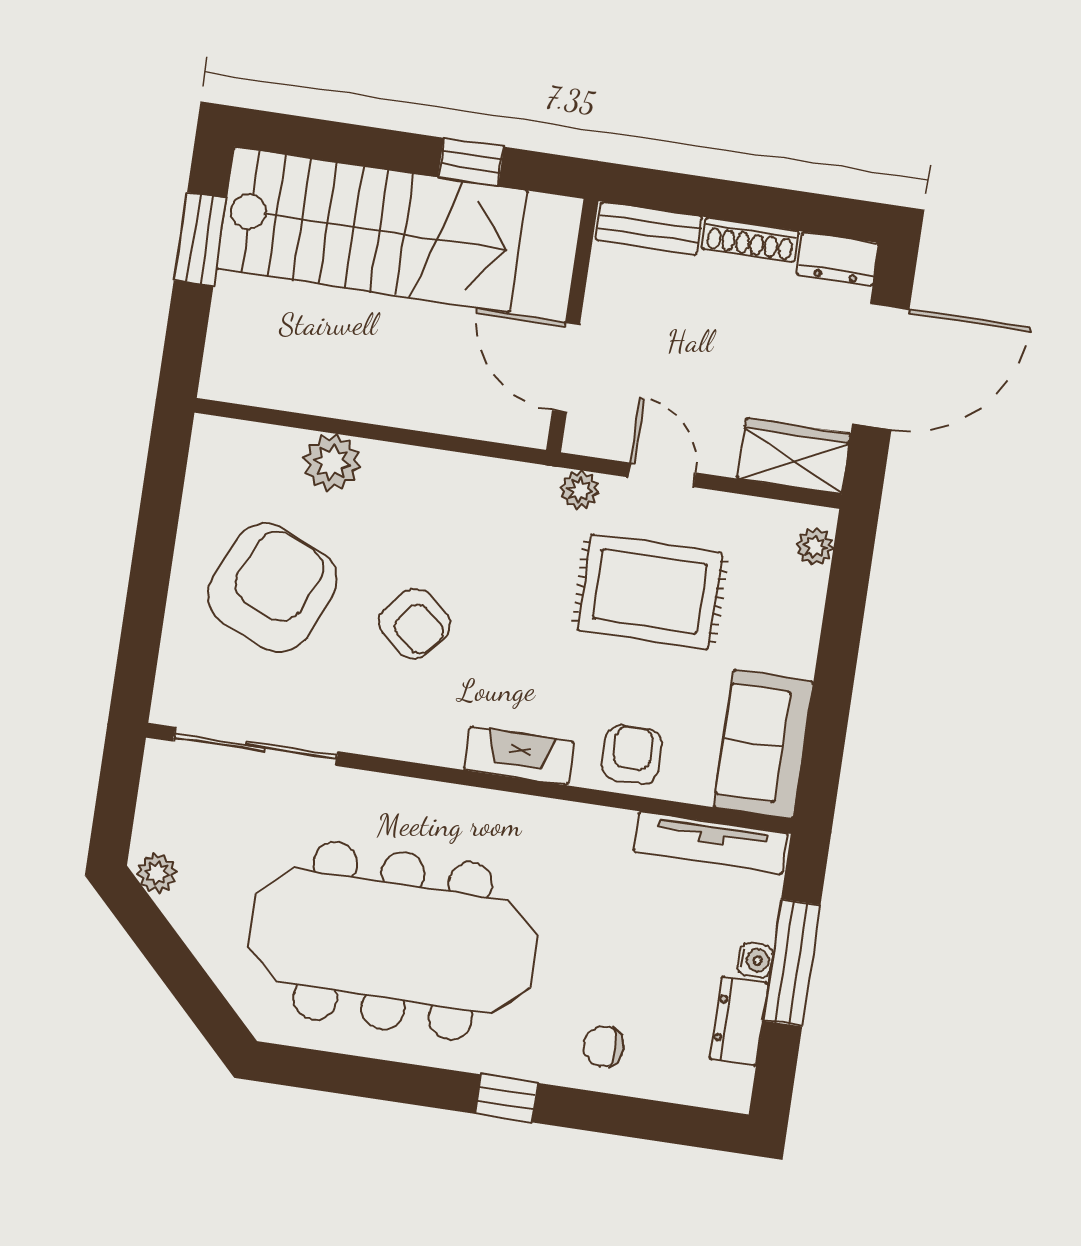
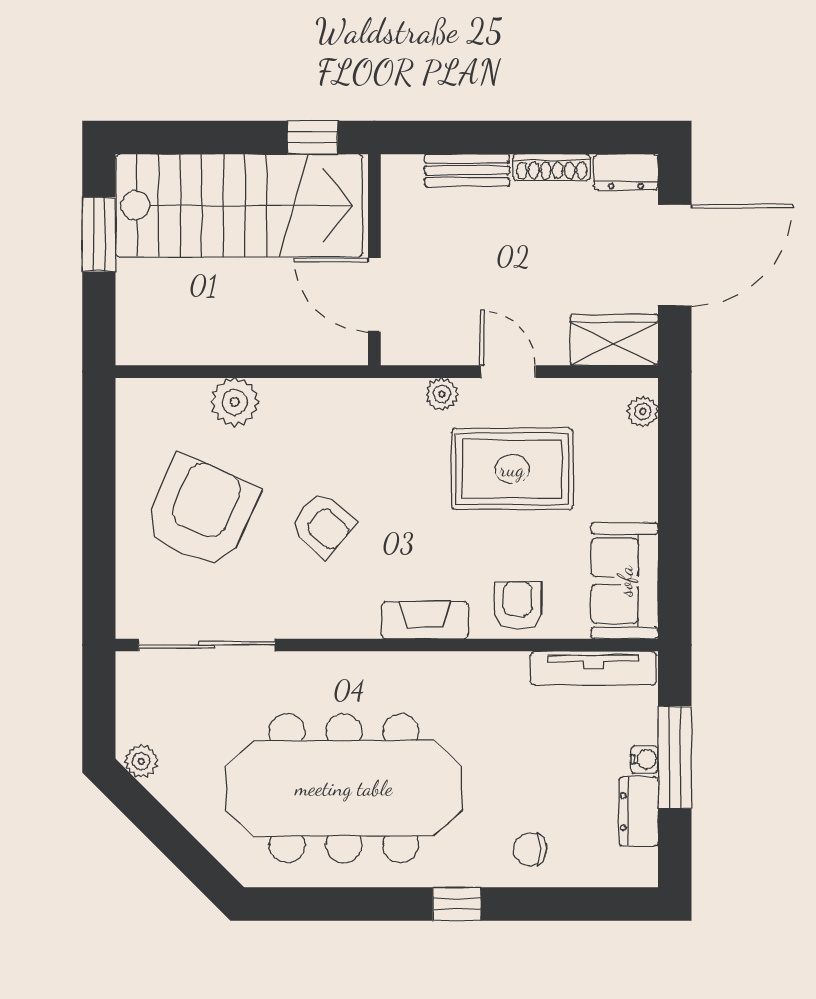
wall: (572, 326) -> (374, 260), moved
door: (566, 367) -> (374, 295), moved

